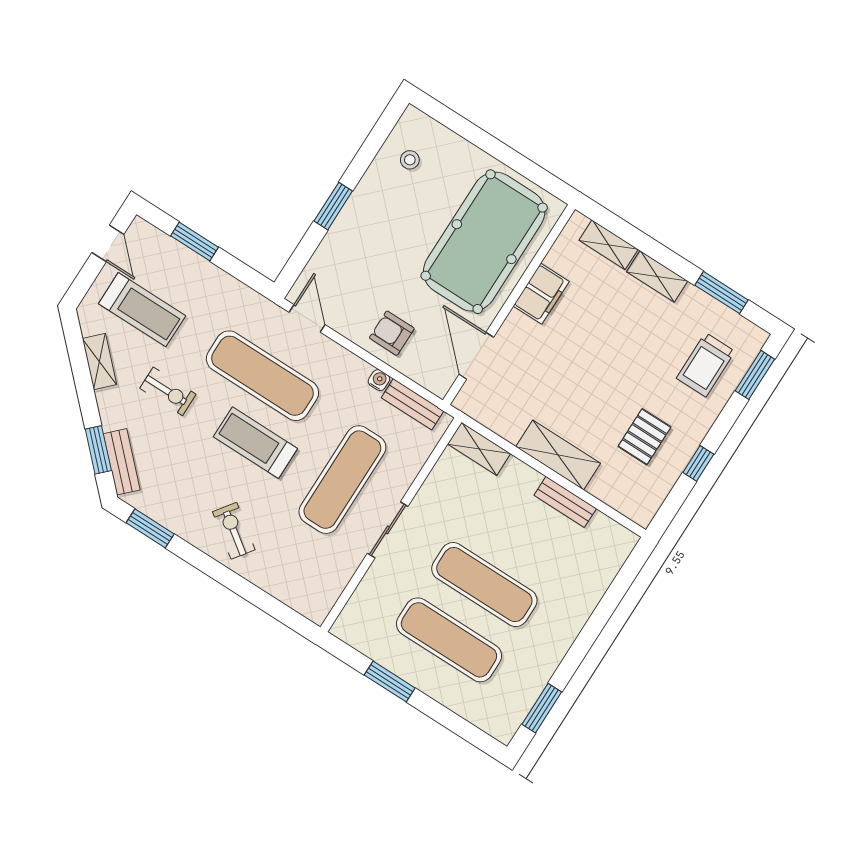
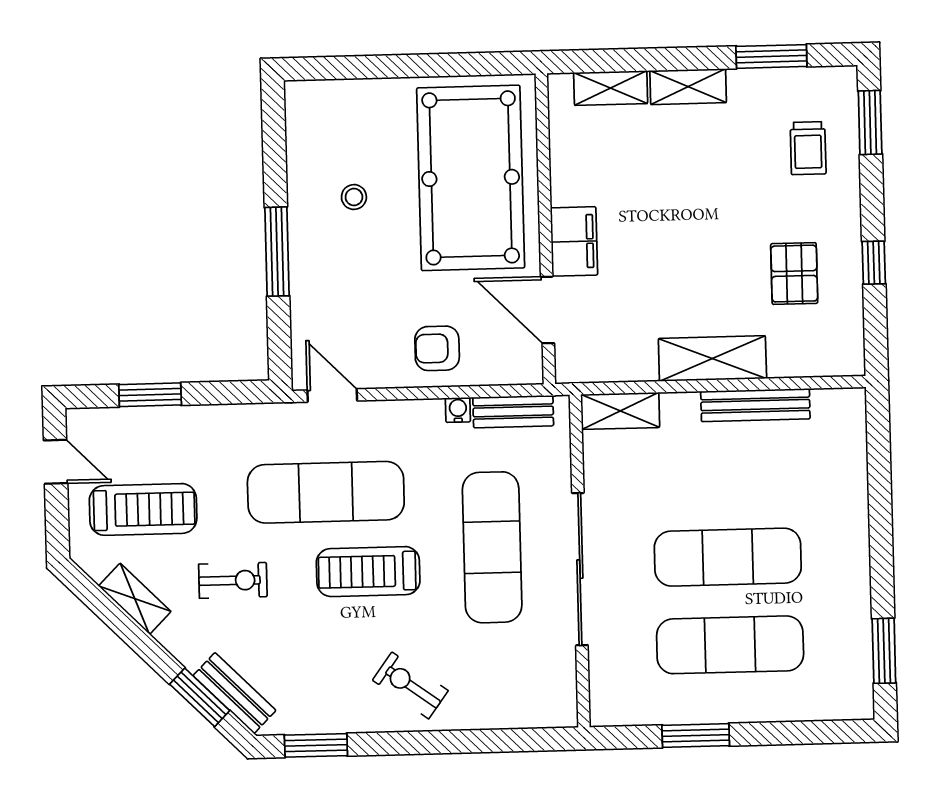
stool: (410, 160) -> (354, 197), moved
window: (333, 206) -> (277, 252), width x1.44
filing cabinet: (541, 294) -> (574, 241), moved
trolley: (706, 365) -> (808, 148), width x0.73, depth x0.72
bench: (565, 502) -> (755, 405), width x1.36
sliding door: (388, 530) -> (580, 569), width x1.86

